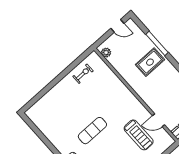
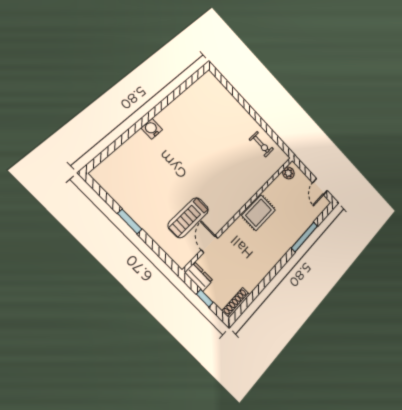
rug: (150, 62) -> (259, 213), moved, turned 90
exercise mat: (92, 131) -> (191, 156), removed

